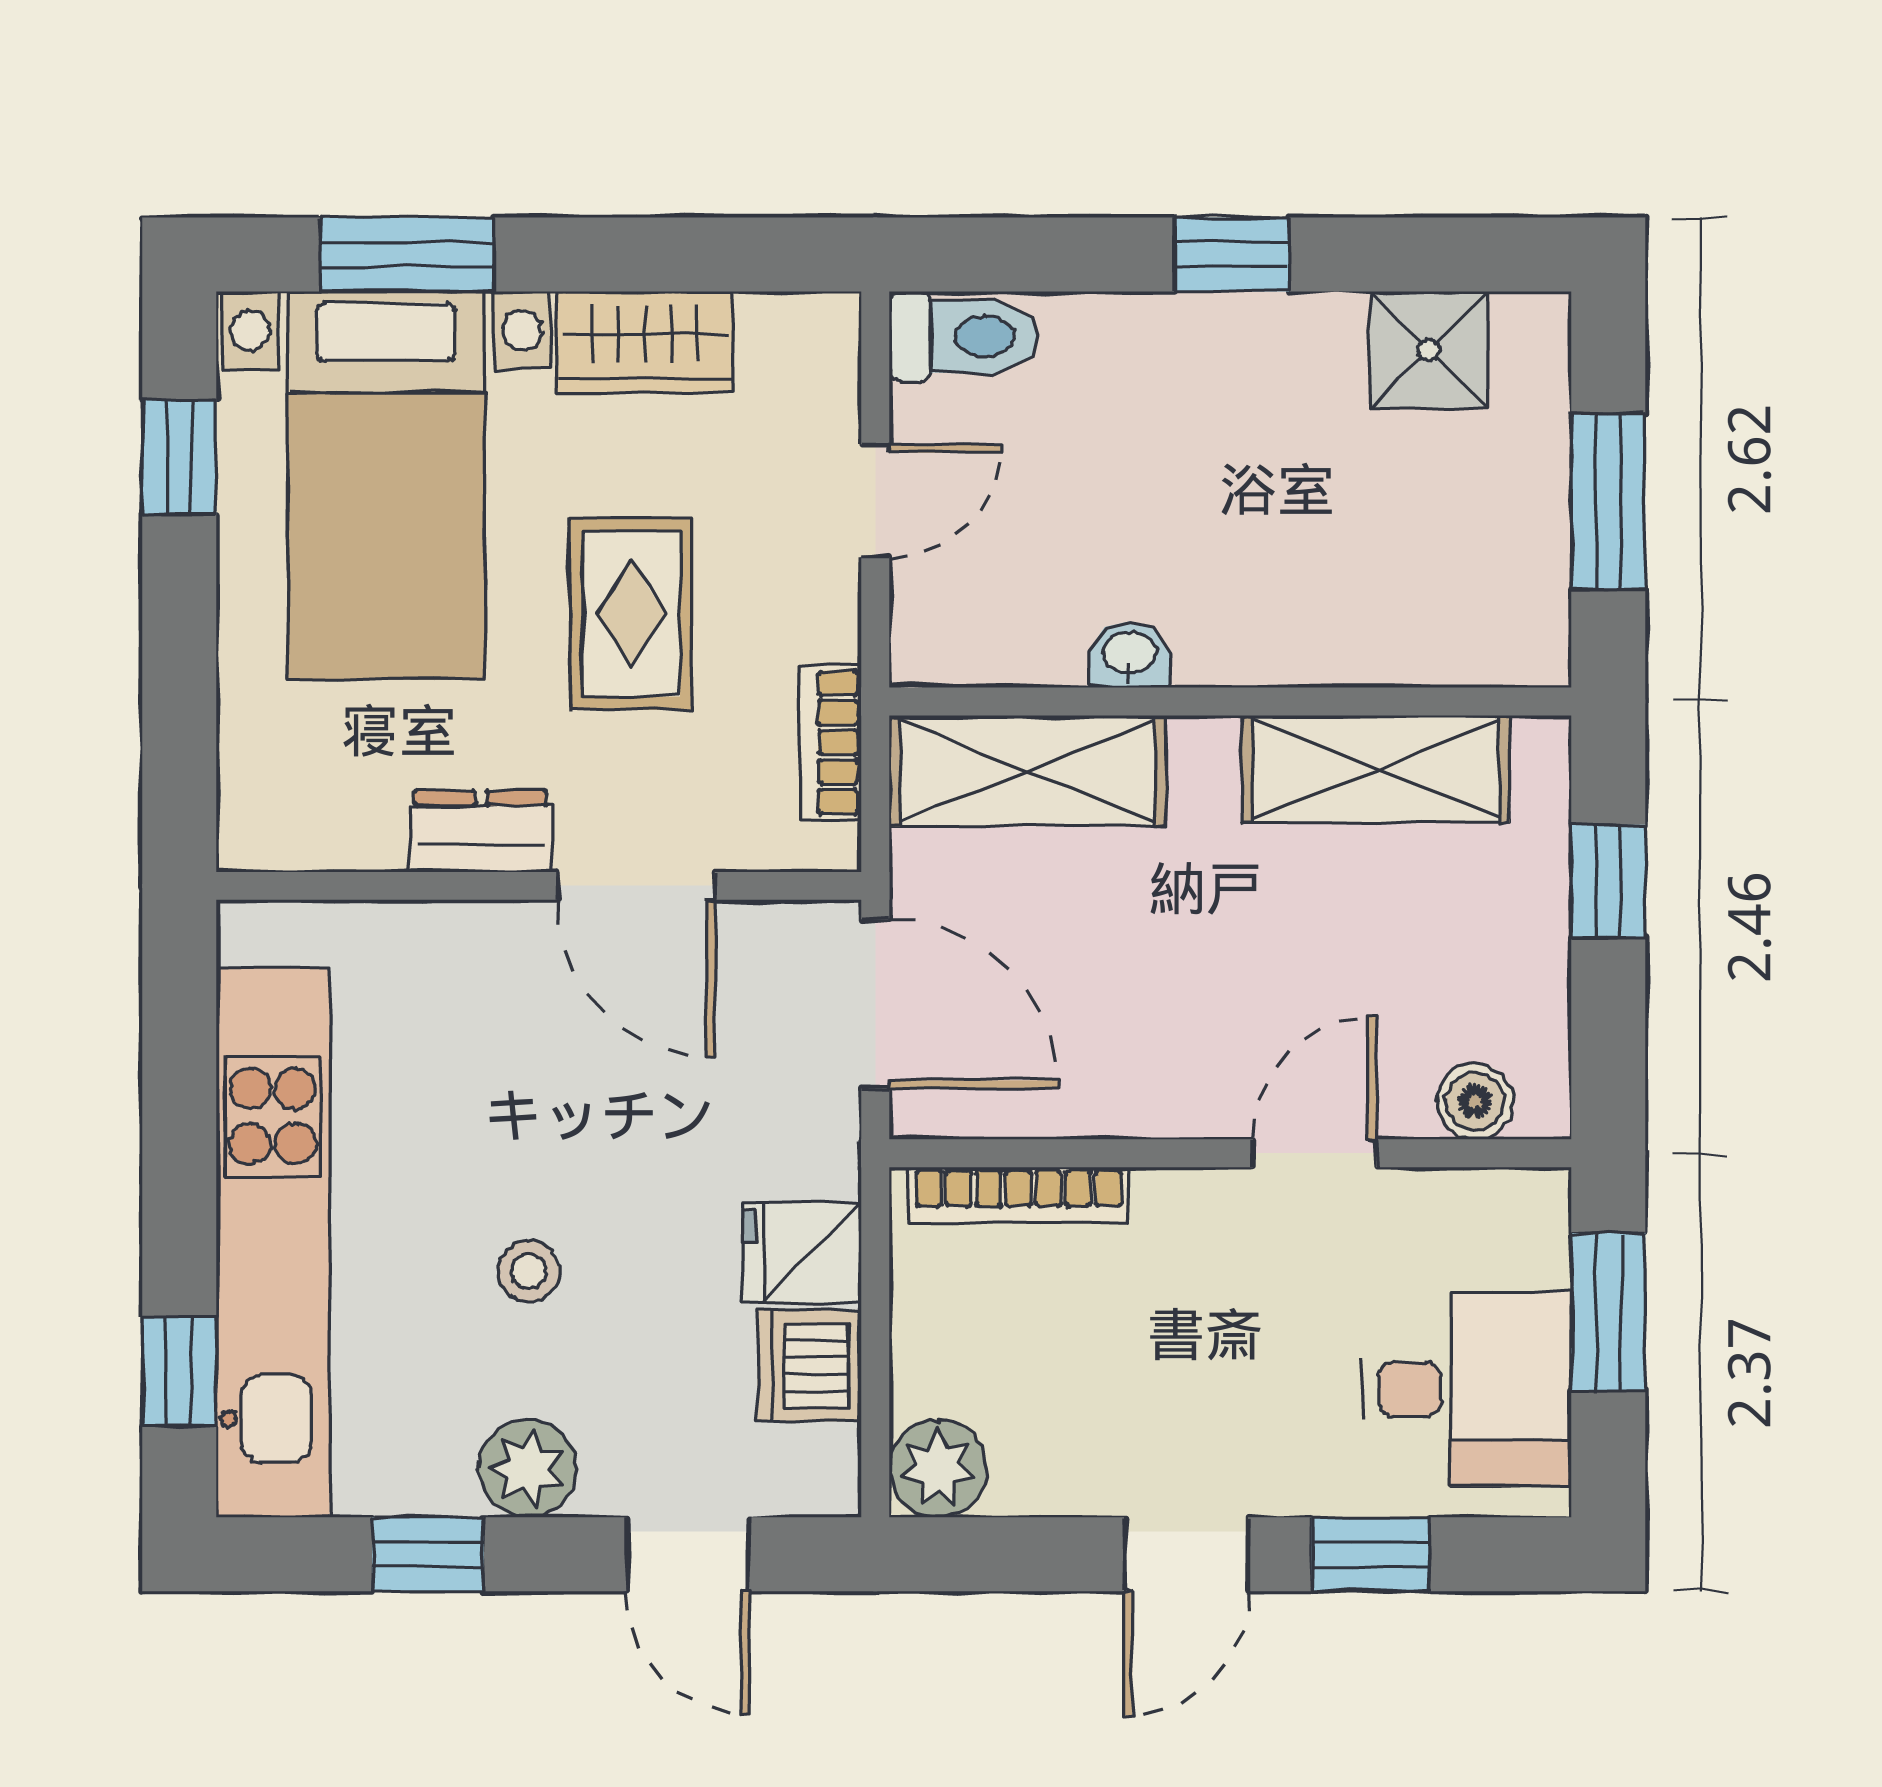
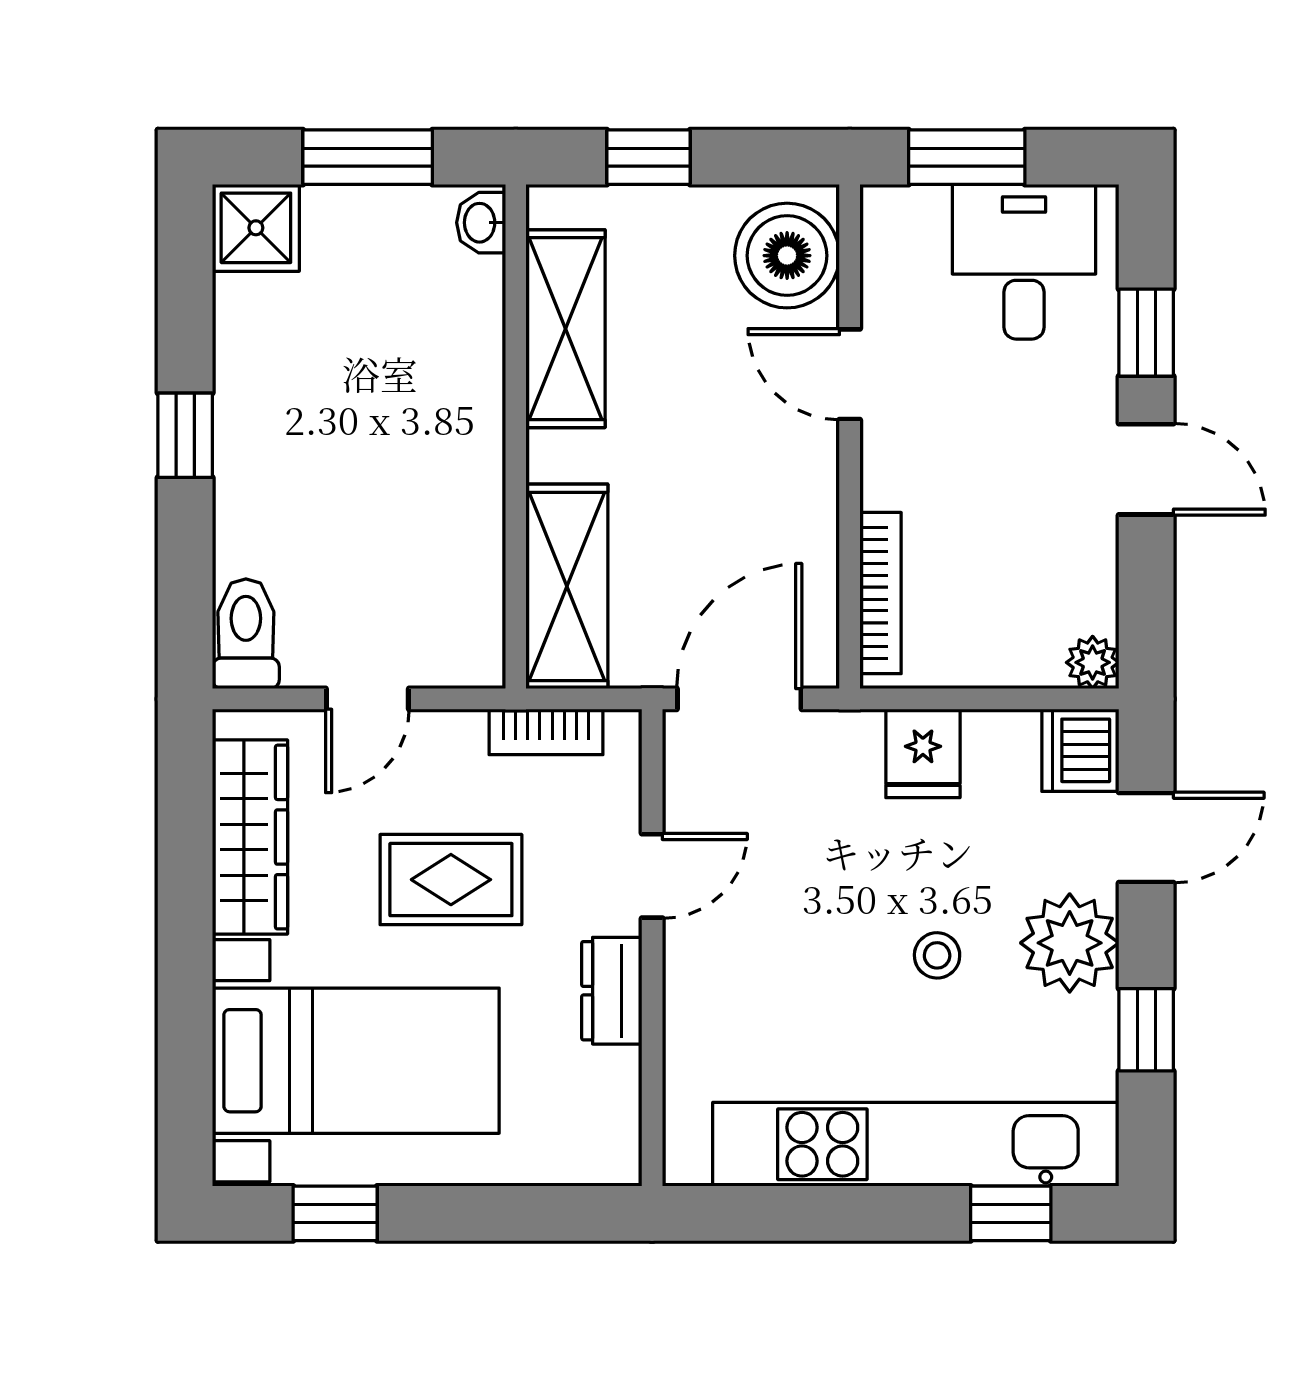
window: (407, 254) -> (185, 1045), removed
wardrobe: (645, 342) -> (250, 837), width x1.50
shower: (1429, 350) -> (256, 228), moved
door: (875, 501) -> (367, 699), swing flipped
washbasin: (1129, 655) -> (481, 223), moved
door: (636, 886) -> (652, 876), width x0.73
boiler: (1475, 1101) -> (787, 256), width x1.86, depth x1.86
dishwasher: (809, 1366) -> (1080, 750), moved, turned 90
plant: (527, 1469) -> (1070, 943), width x1.36, depth x1.36
plant: (938, 1469) -> (1093, 662), width x0.73, depth x0.73

